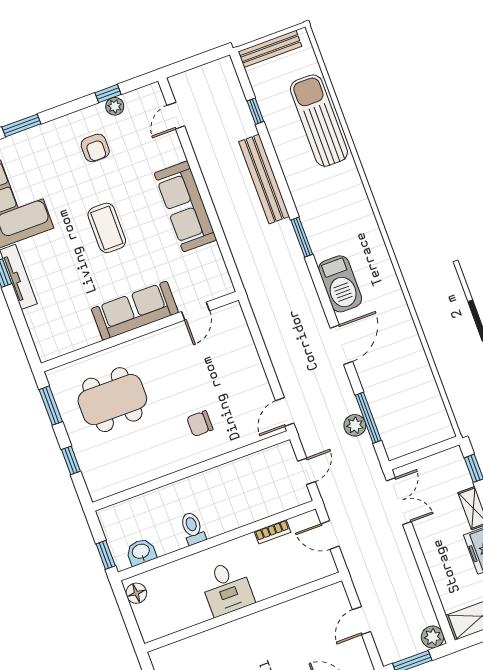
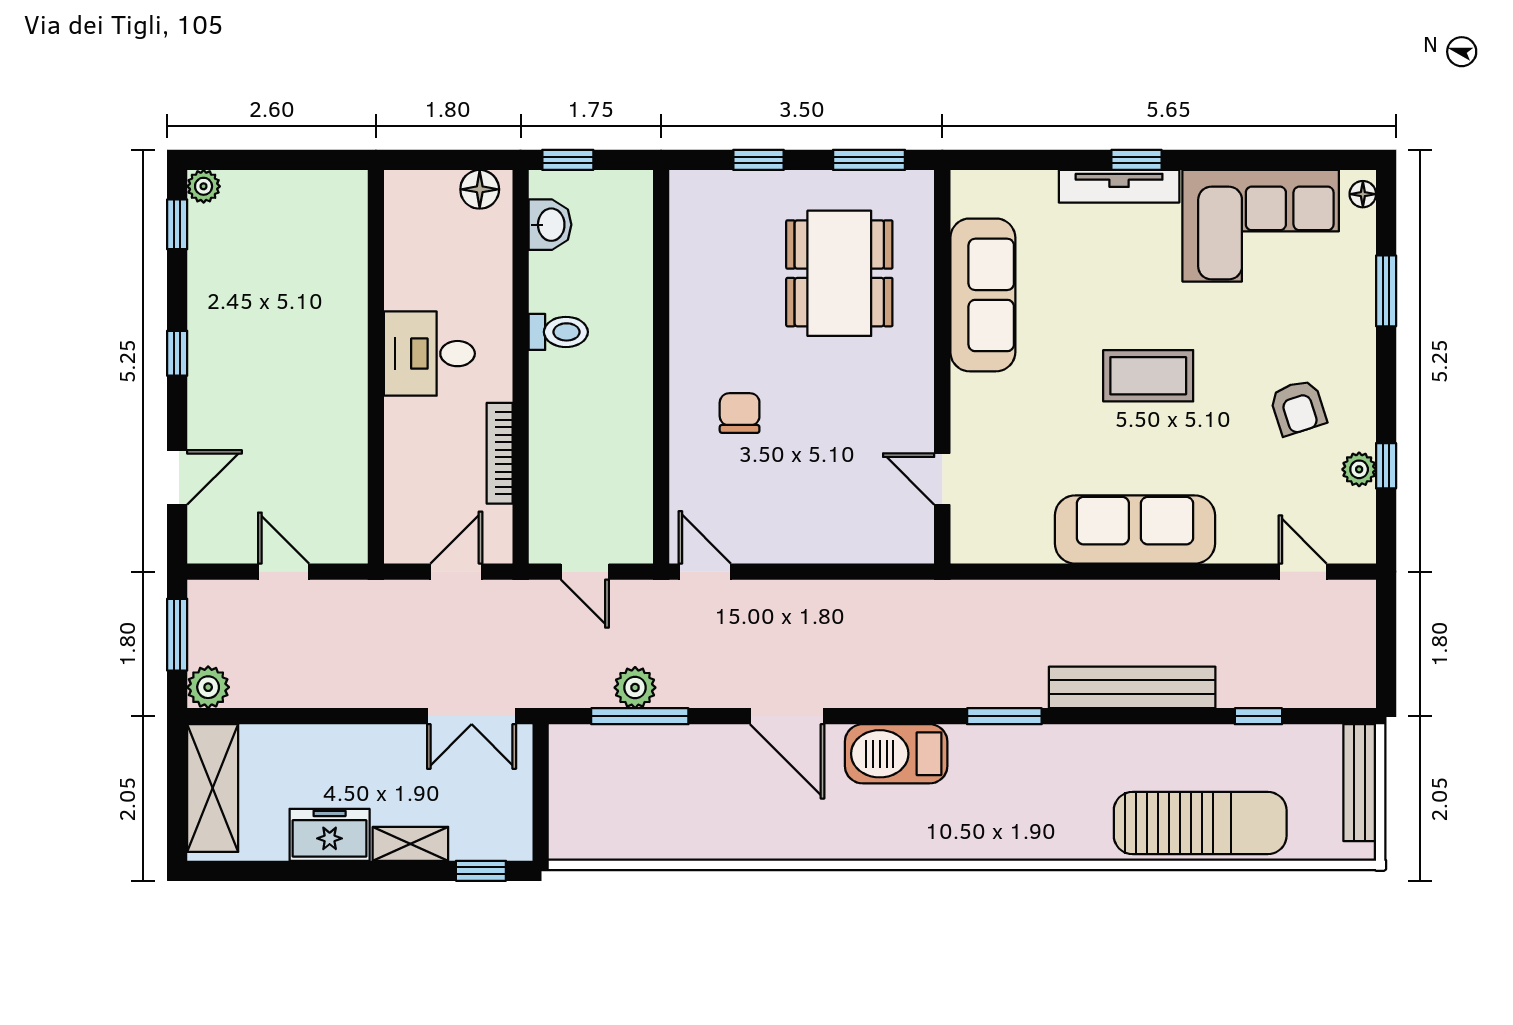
armchair: (95, 148) -> (1298, 407), turned -108
sofa: (135, 311) -> (983, 295), moved
bookcase: (272, 532) -> (500, 453), width x1.56

